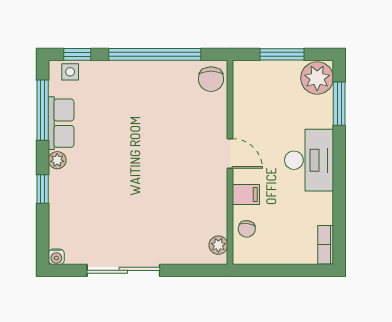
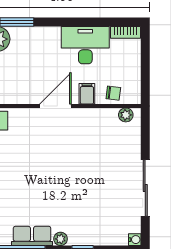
door: (230, 153) -> (55, 106), width x1.38
desk: (309, 160) -> (85, 45), moved

